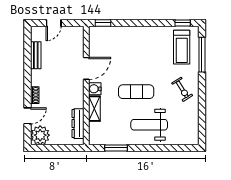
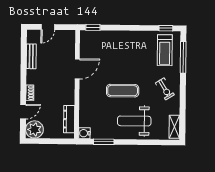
water cooler: (95, 89) -> (84, 133), moved
shelving: (94, 109) -> (174, 127), moved

